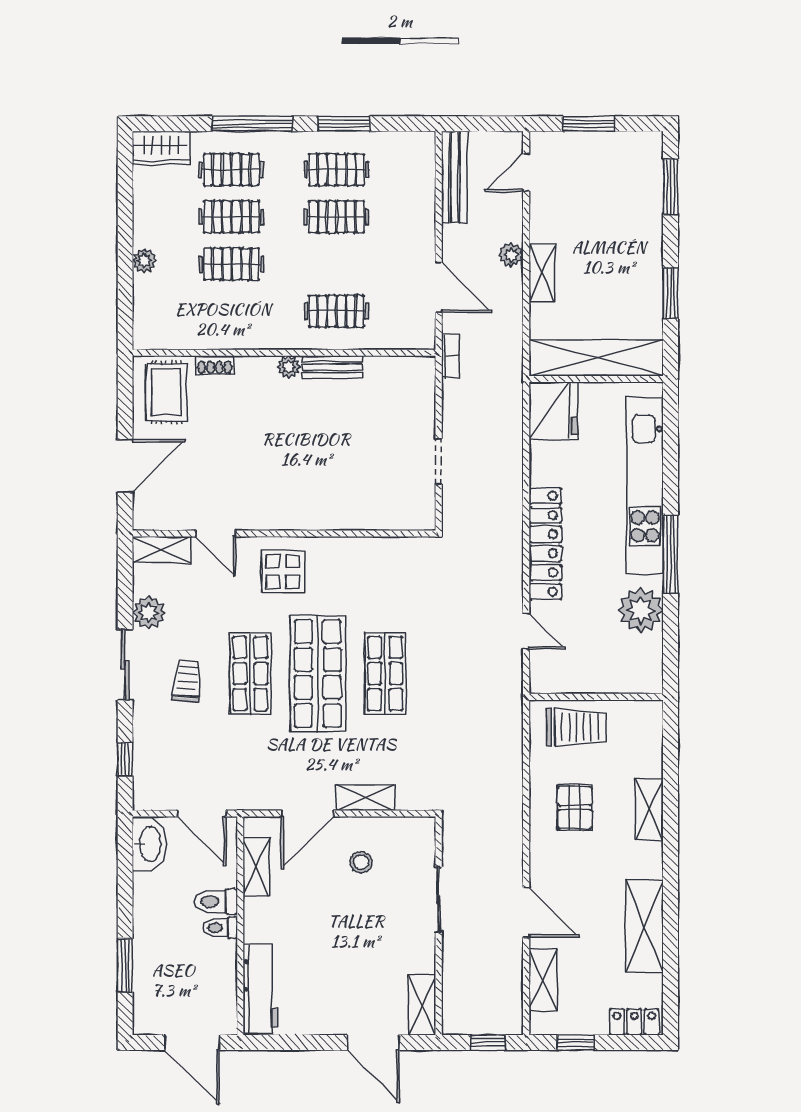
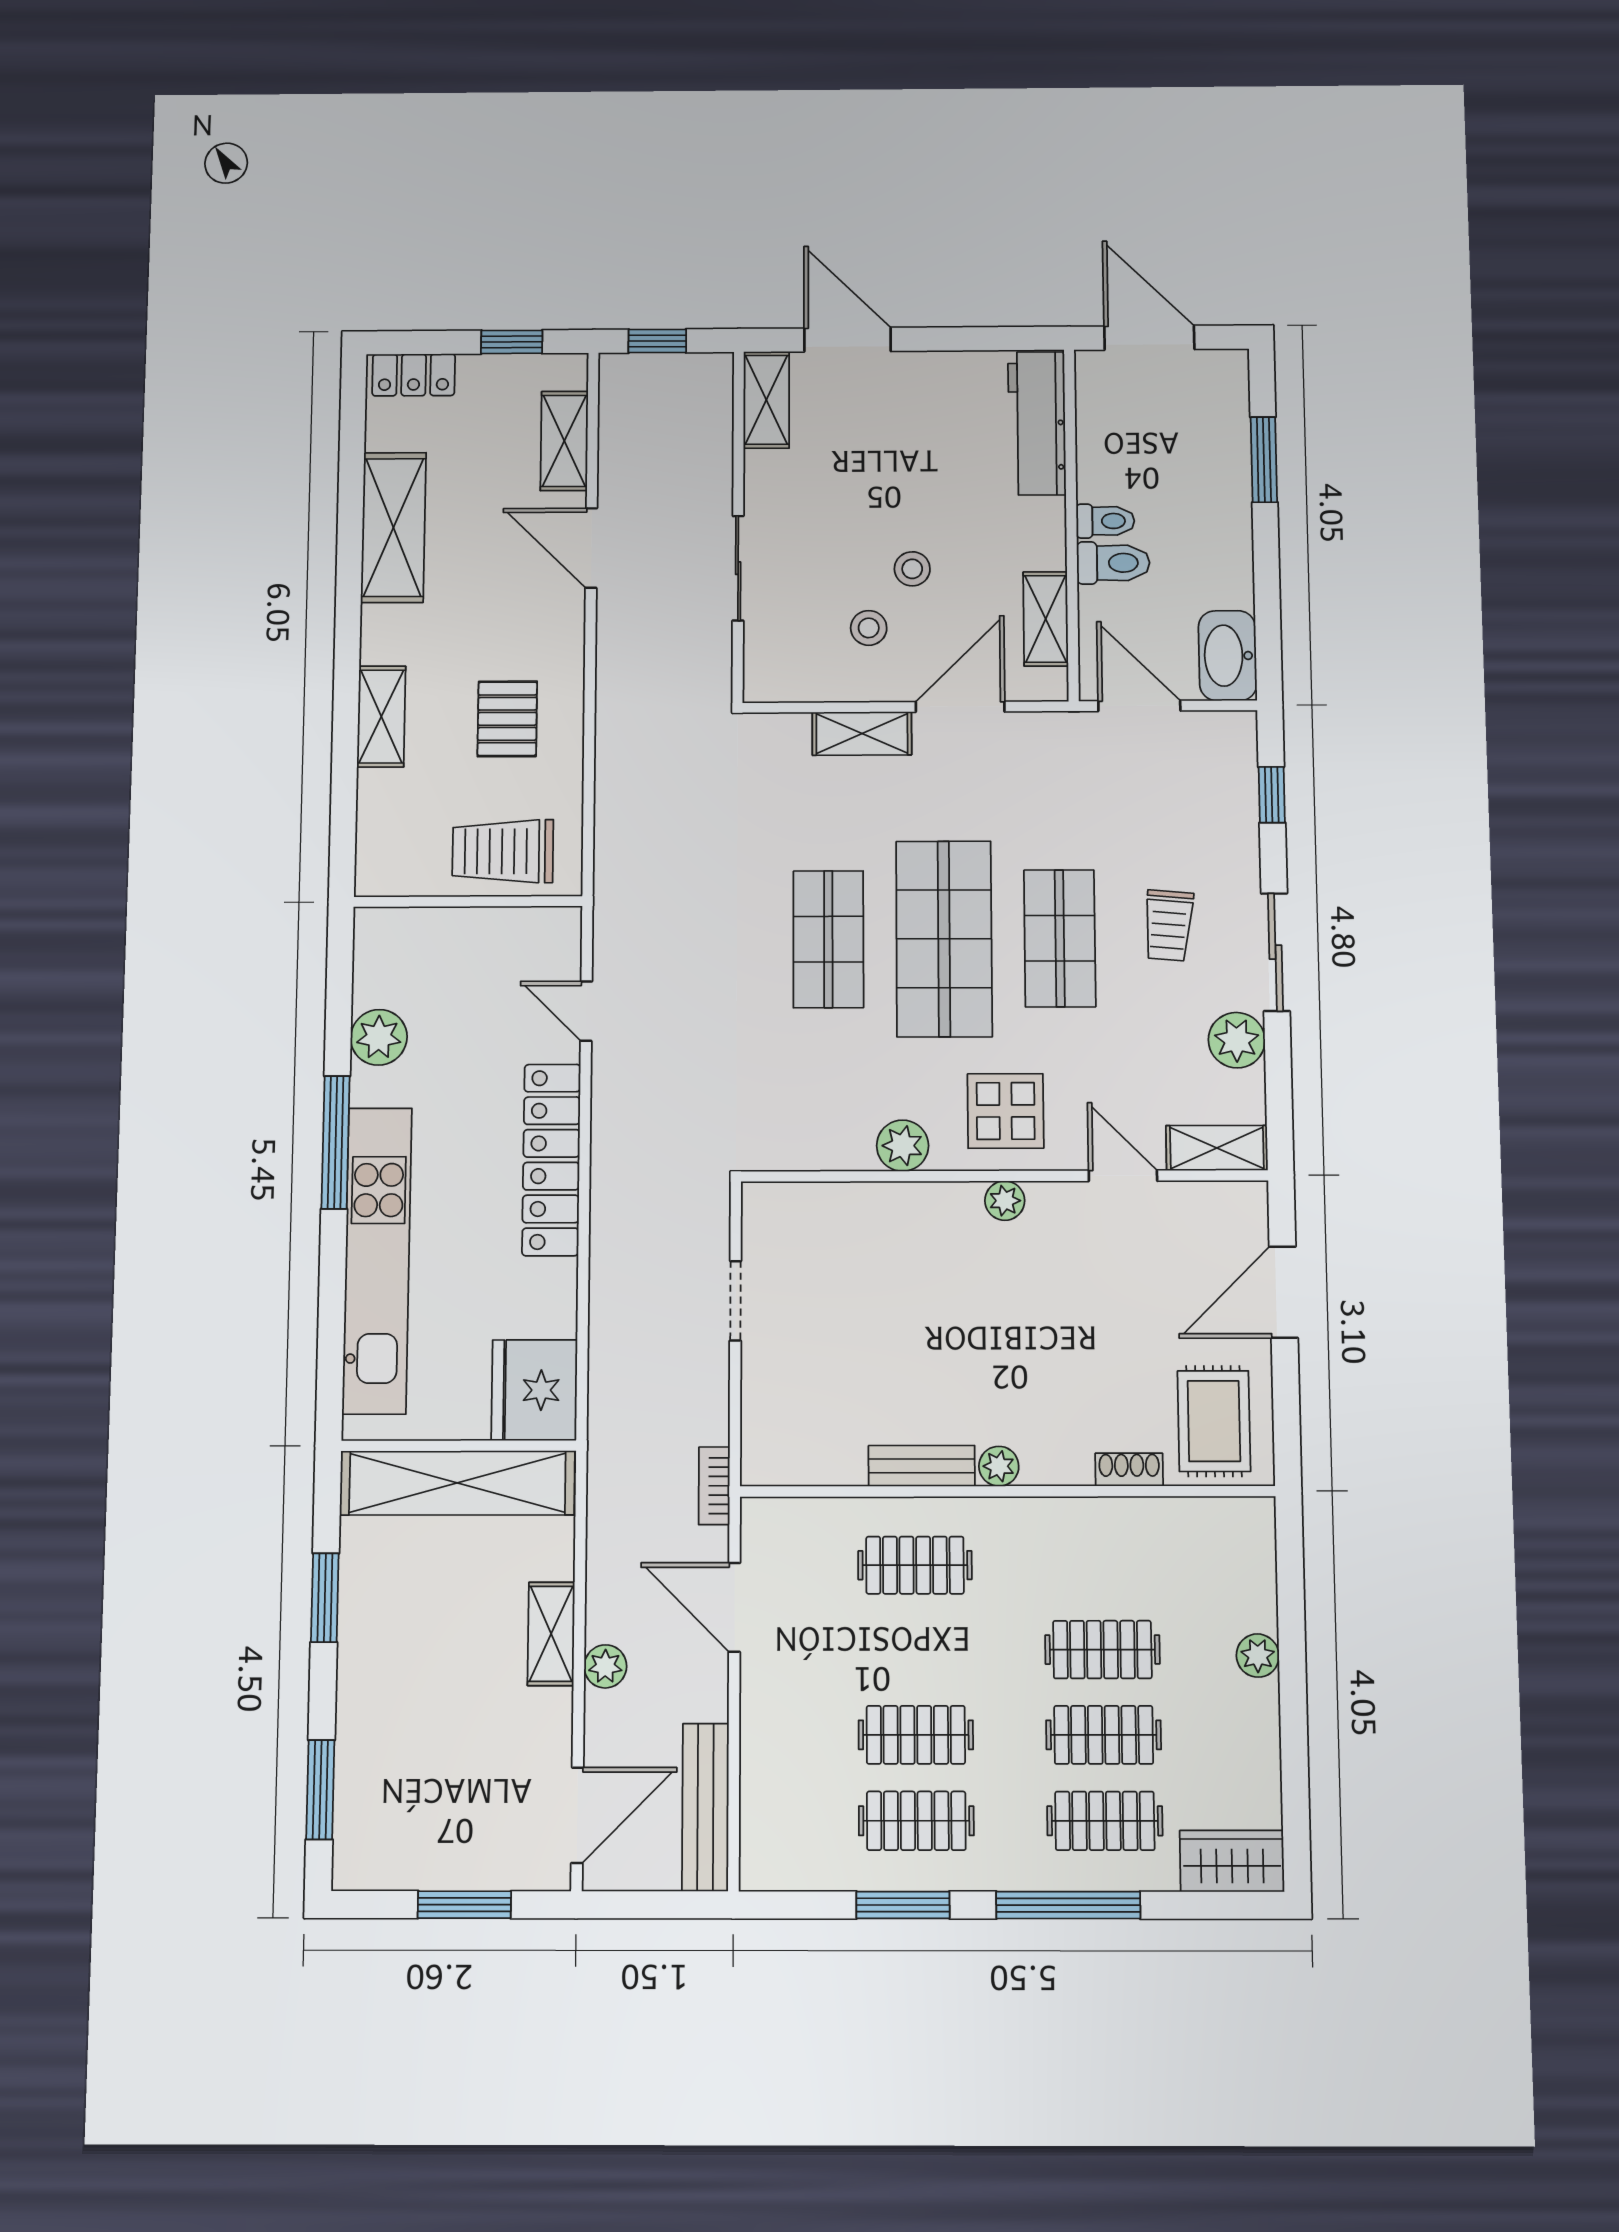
door: (526, 173) -> (577, 1815), width x1.37
plant: (284, 519) -> (1005, 1201), added
plant: (342, 551) -> (903, 1146), added
plant: (641, 610) -> (379, 1037), width x0.73, depth x0.73
stool: (335, 899) -> (912, 569), added

